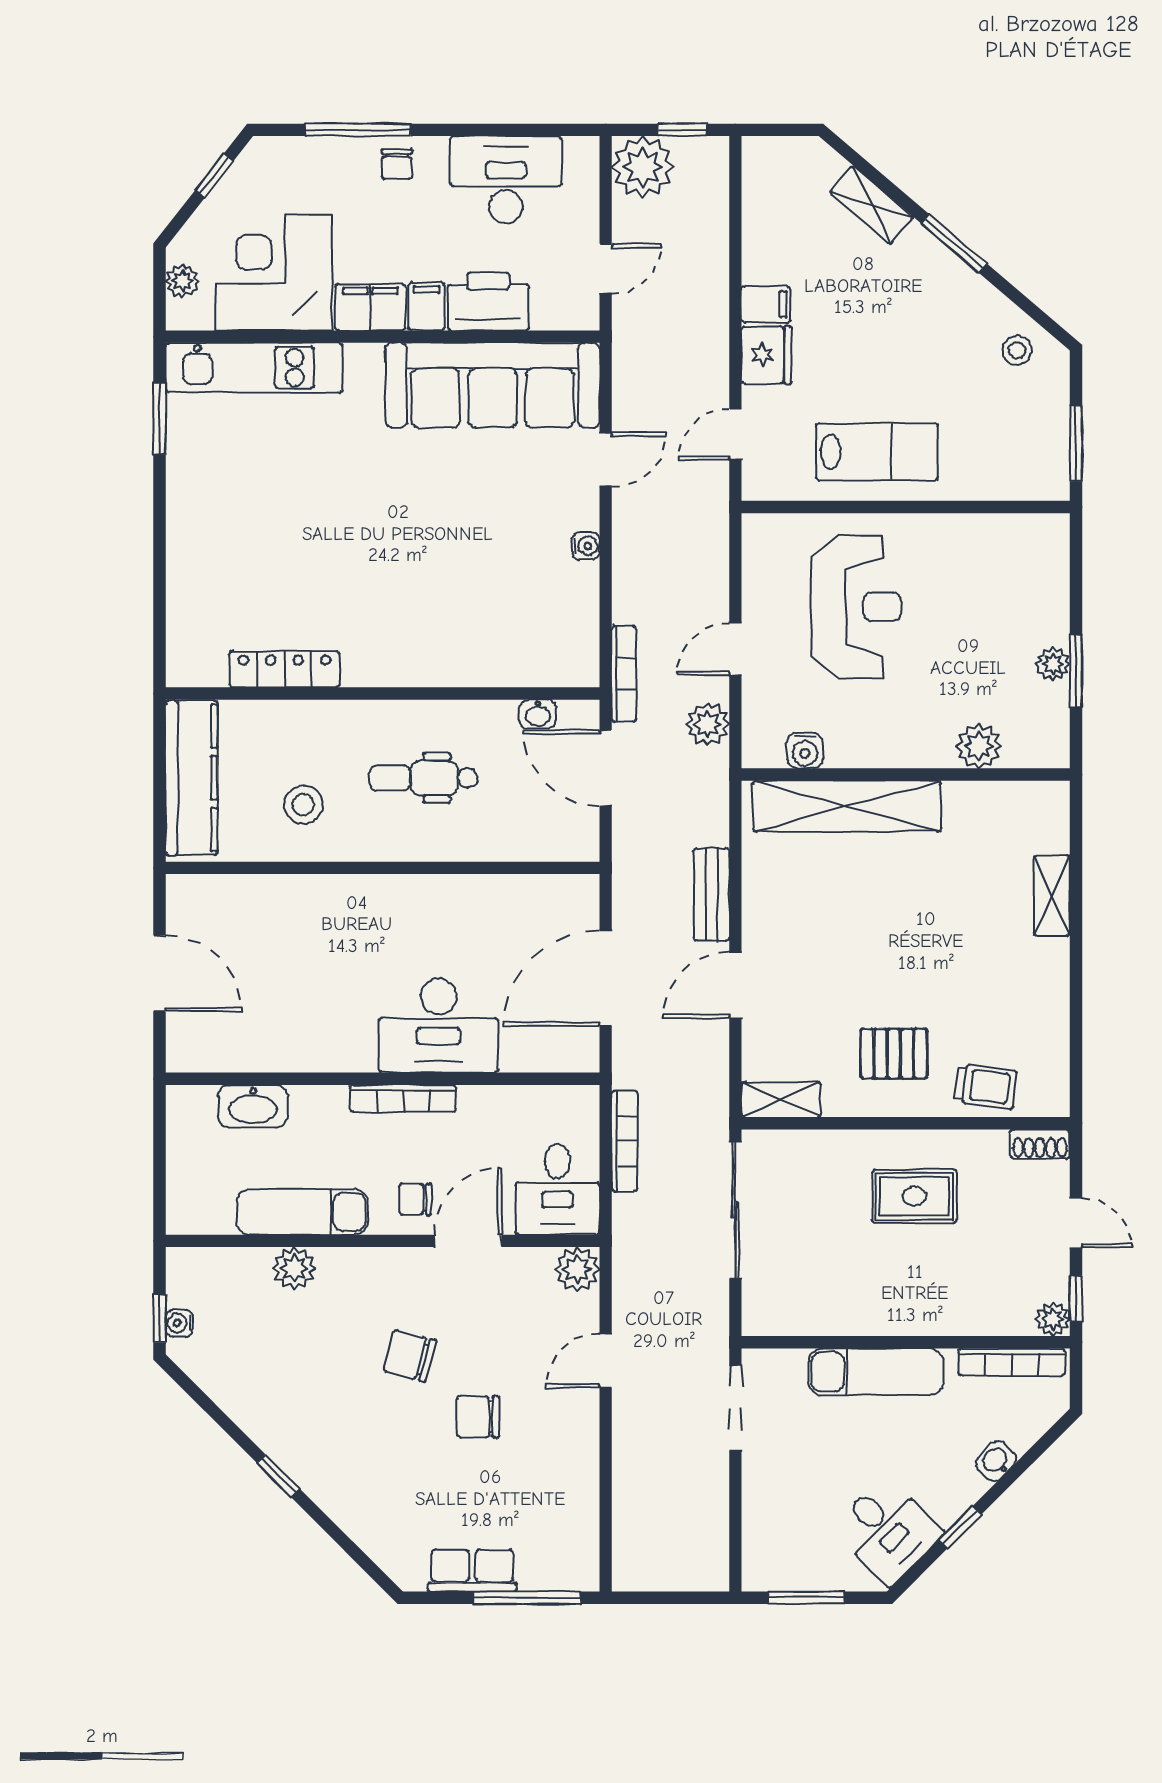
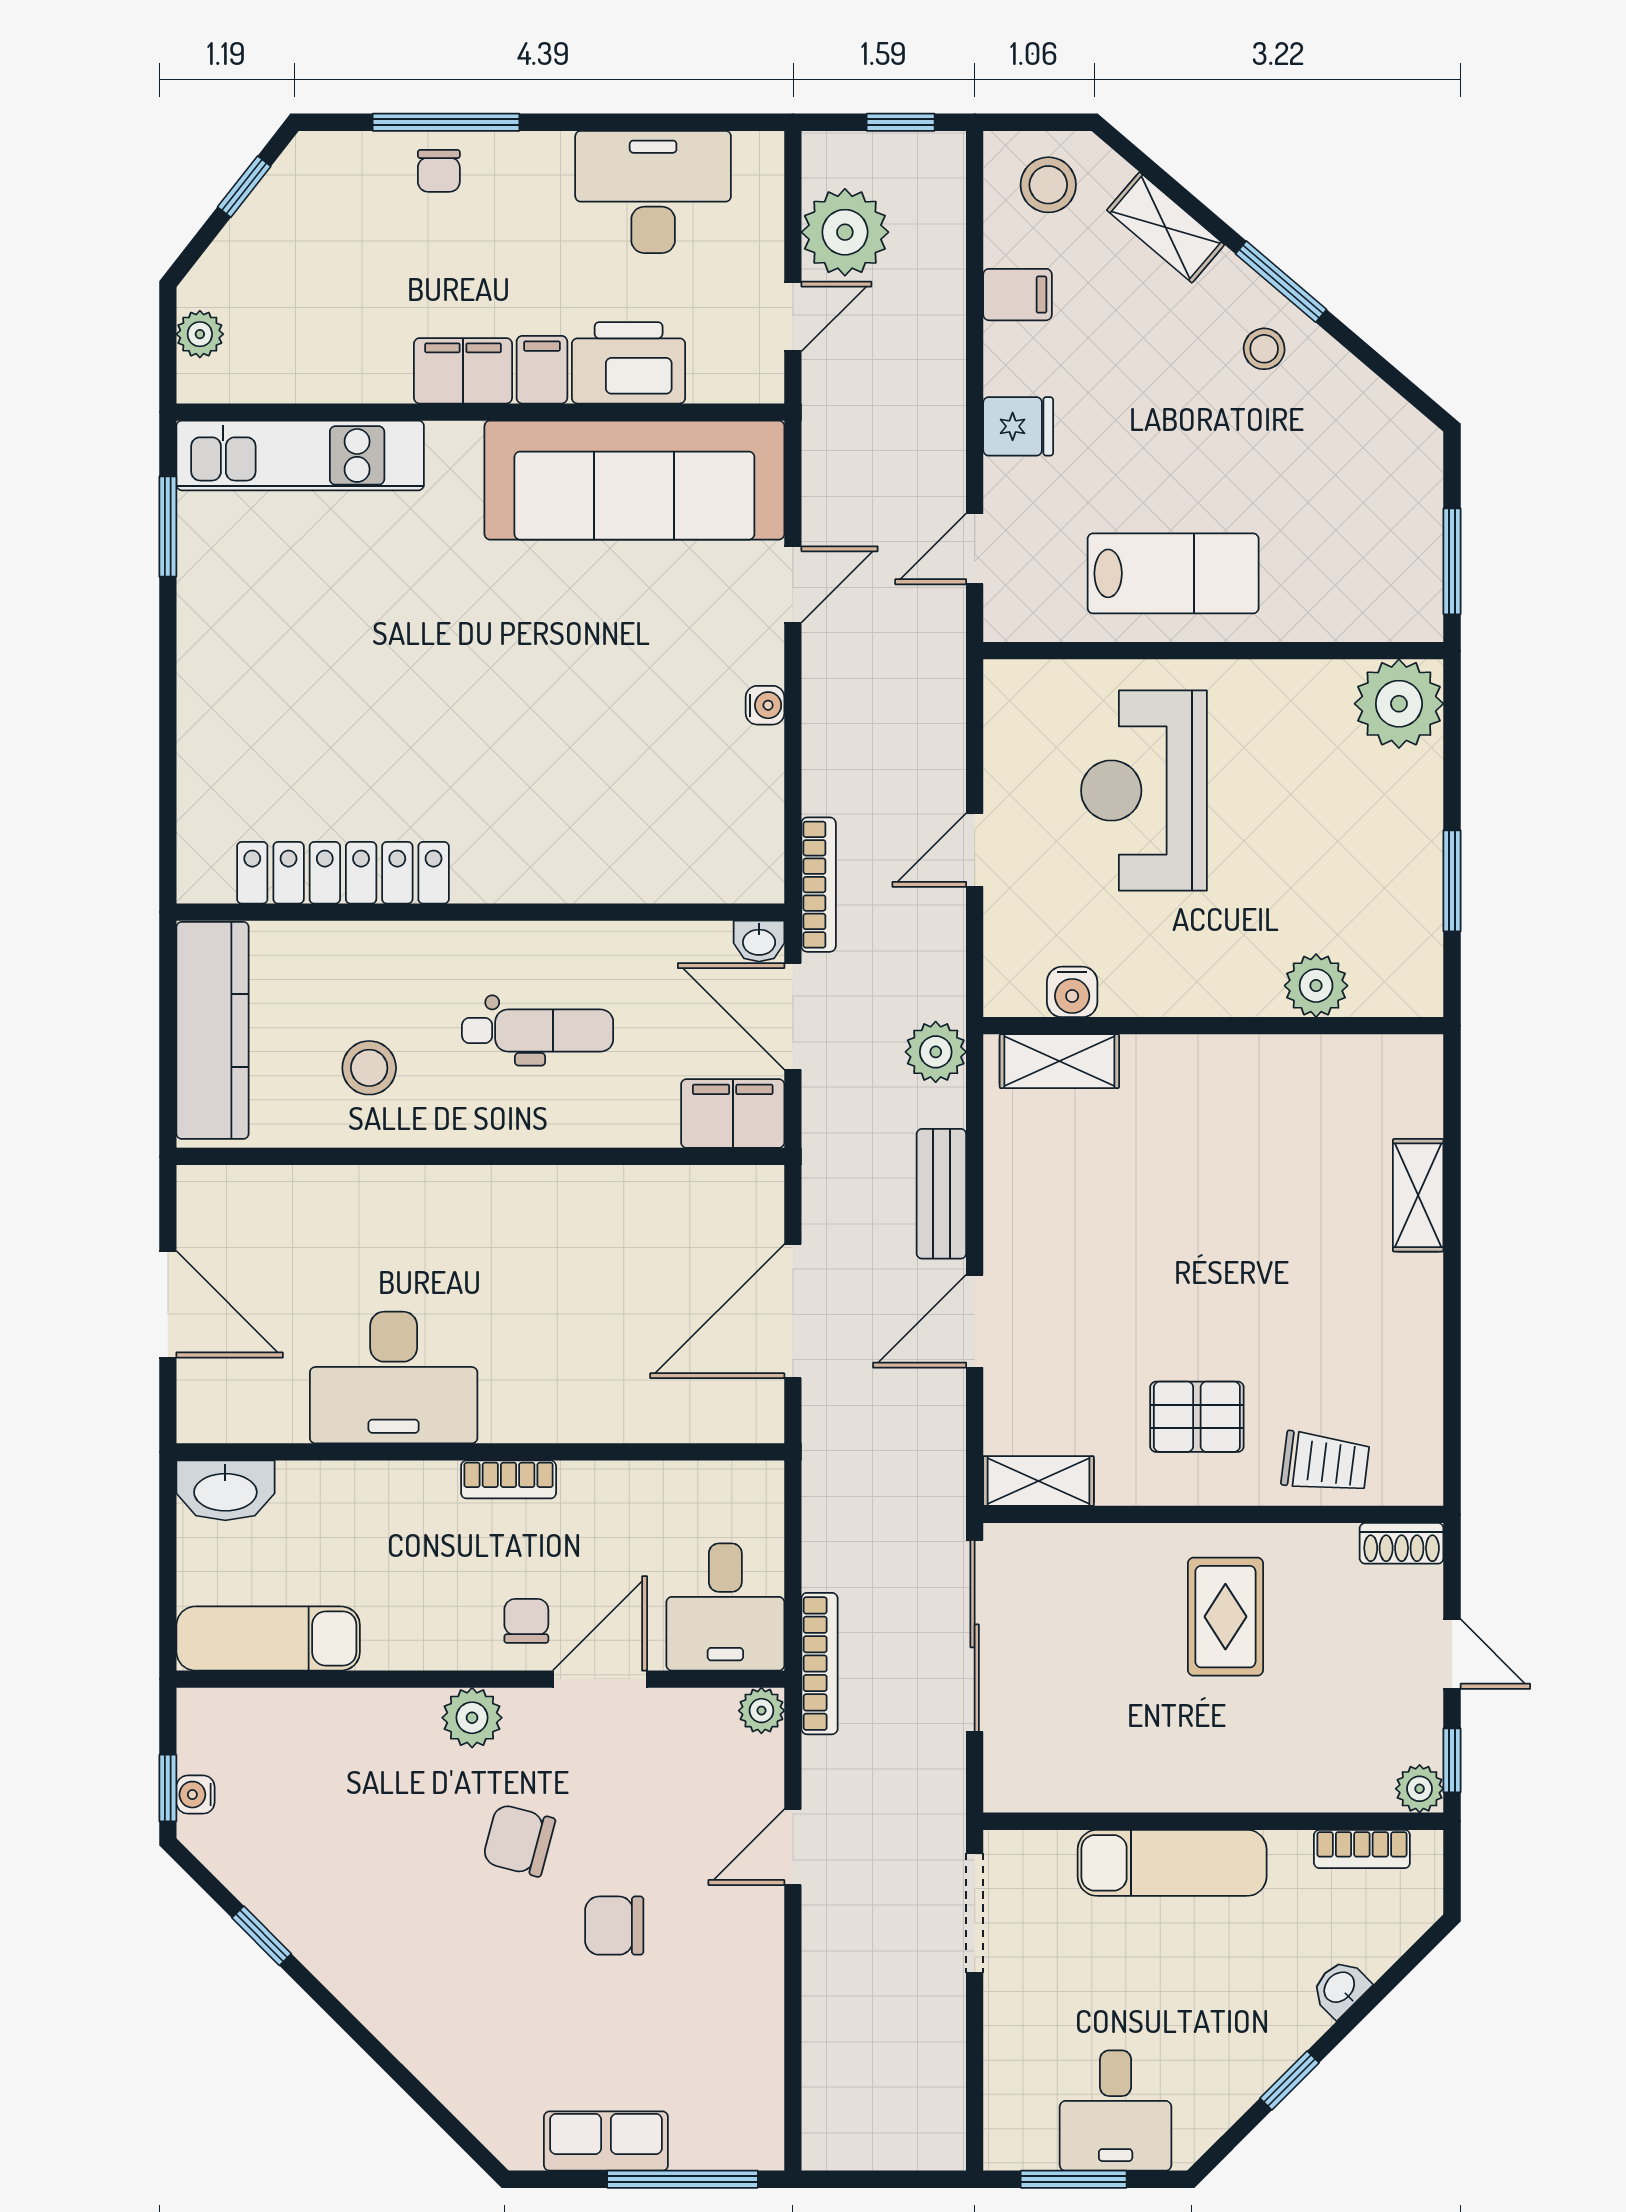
chair: (397, 164) -> (439, 171), moved
plant: (643, 167) -> (845, 232), moved
stool: (788, 175) -> (1048, 185), added
corner desk: (274, 272) -> (328, 322), removed
filing cabinet: (766, 304) -> (1018, 295), moved
stool: (1017, 350) -> (1264, 349), moved
fridge: (766, 355) -> (1018, 426), width x0.72
reception desk: (856, 607) -> (1144, 791), turned 180
plant: (1053, 664) -> (1399, 704), moved, width x1.87, depth x1.87
locker: (285, 669) -> (343, 873), width x1.41, depth x1.21
washbasin: (538, 714) -> (759, 941), moved
plant: (708, 724) -> (936, 1052), moved
dental chair: (423, 778) -> (538, 1030), turned 180
shelving: (847, 806) -> (1059, 1061), width x0.45, depth x0.75
filing cabinet: (563, 837) -> (733, 1113), added
desk: (439, 1026) -> (394, 1378), moved
bookcase: (403, 1098) -> (509, 1479), width x0.64
washbasin: (253, 1106) -> (225, 1490), moved
bookcase: (625, 1141) -> (819, 1664), moved
rug: (914, 1196) -> (1225, 1617), turned 90
chair: (415, 1199) -> (526, 1621), turned 90
exam couch: (302, 1212) -> (268, 1638), moved
plant: (294, 1268) -> (472, 1718), moved
plant: (577, 1269) -> (761, 1711), width x0.73, depth x0.73
bookcase: (1012, 1362) -> (1362, 1849), width x0.64
window: (278, 1476) -> (262, 1936), moved
desk: (887, 1531) -> (1116, 2111), moved, turned 45

